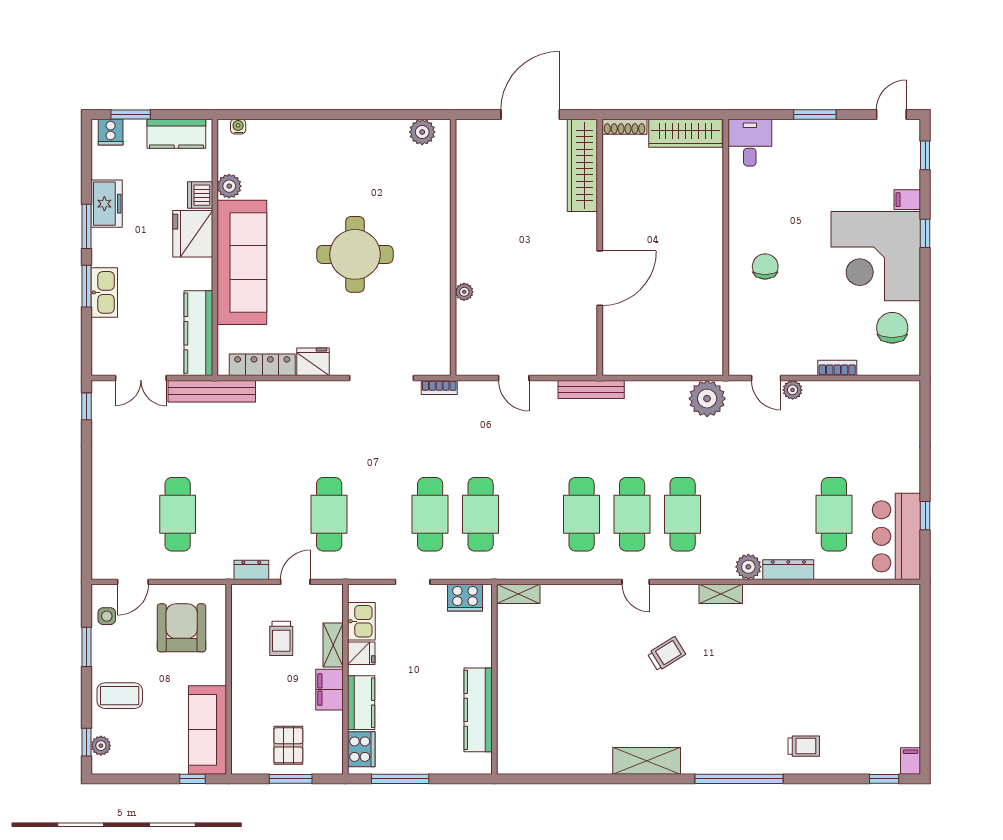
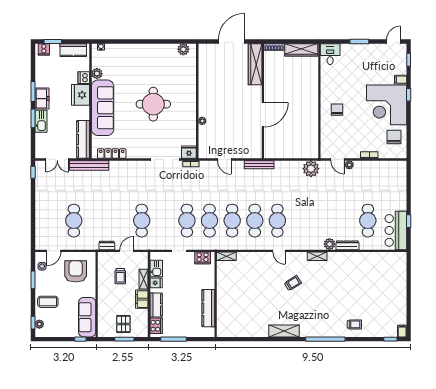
freezer: (107, 204) -> (42, 99), moved
fridge: (313, 362) -> (189, 152), moved
cafe table: (683, 514) -> (232, 221), moved

